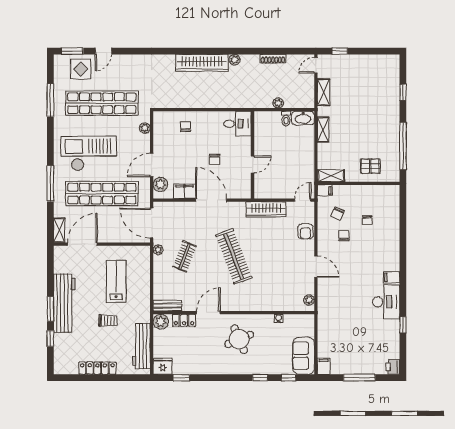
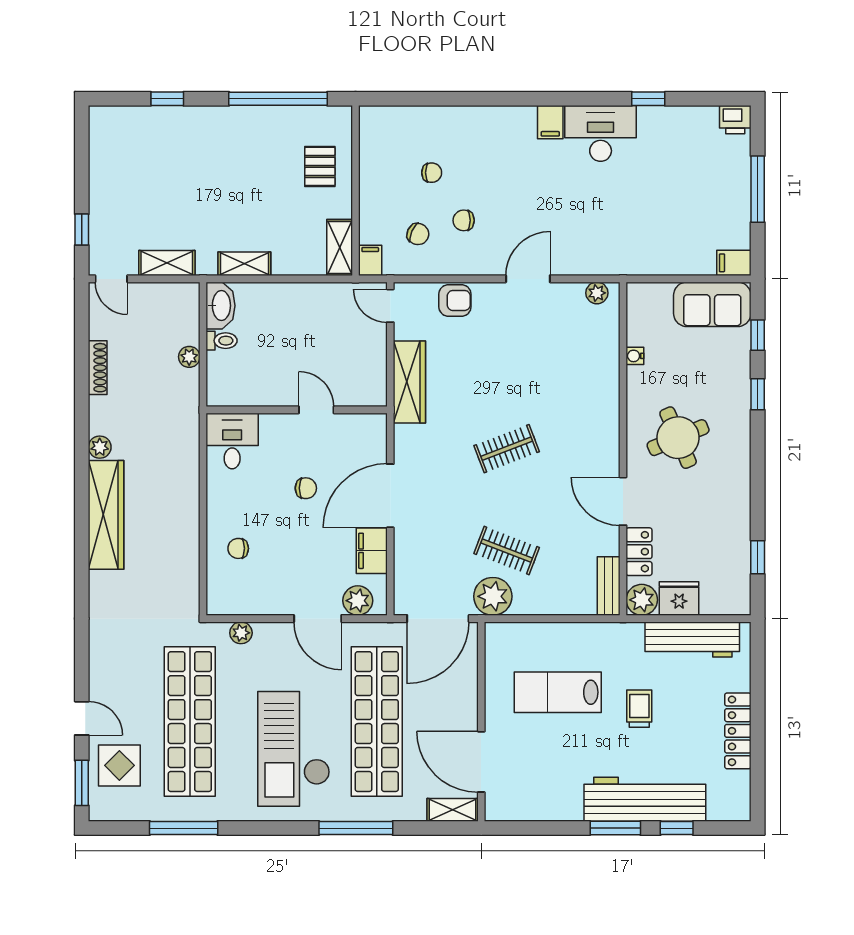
plant: (158, 250) -> (493, 596), width x1.88, depth x1.88
clothes rail: (234, 256) -> (507, 449), width x0.54, depth x0.76
workbench: (64, 303) -> (645, 799), moved
fridge: (163, 366) -> (679, 599), moved, turned 90

